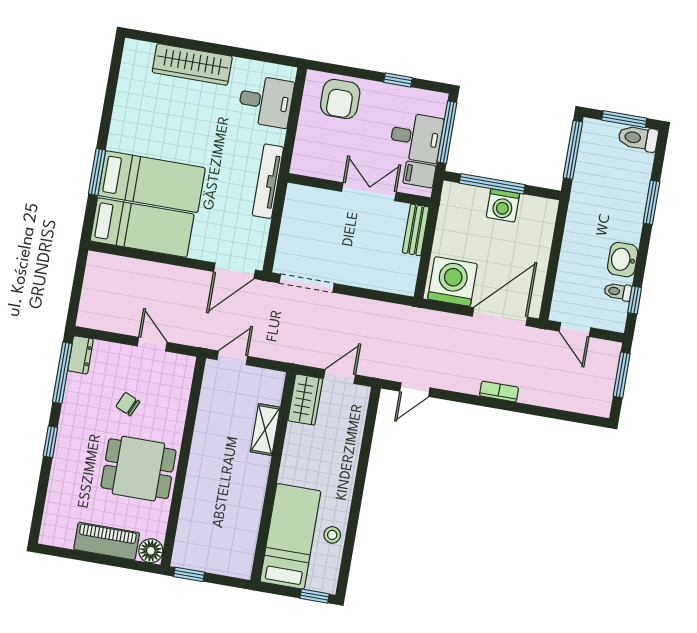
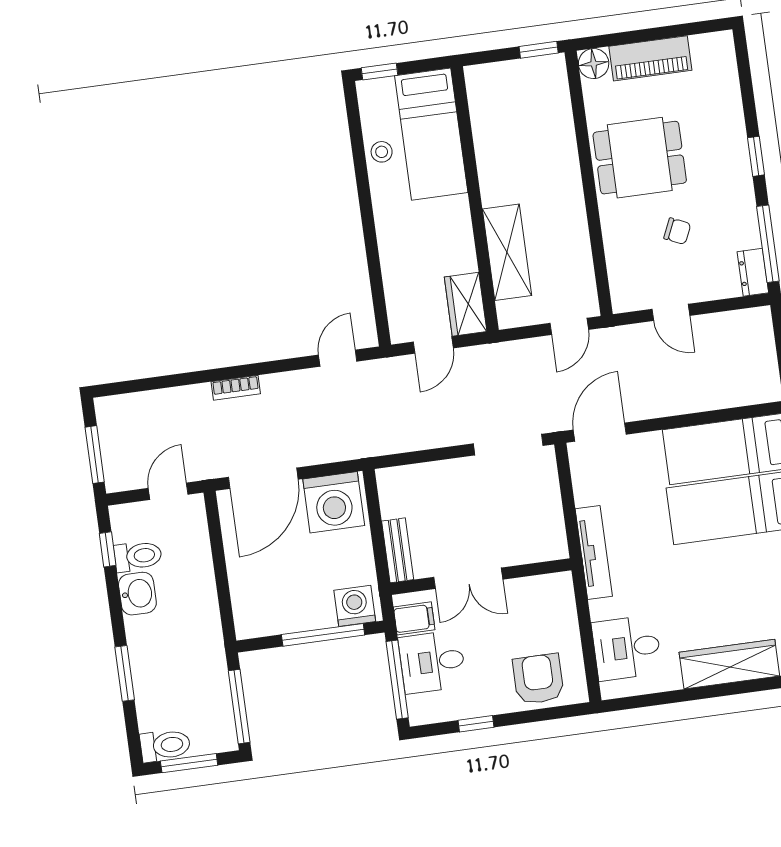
washing machine: (503, 205) -> (355, 606), moved
toilet: (618, 292) -> (138, 556), width x1.37, depth x1.39
door: (575, 330) -> (168, 491), hinge flipped
shelving: (265, 430) -> (507, 252), width x1.50, depth x1.33

